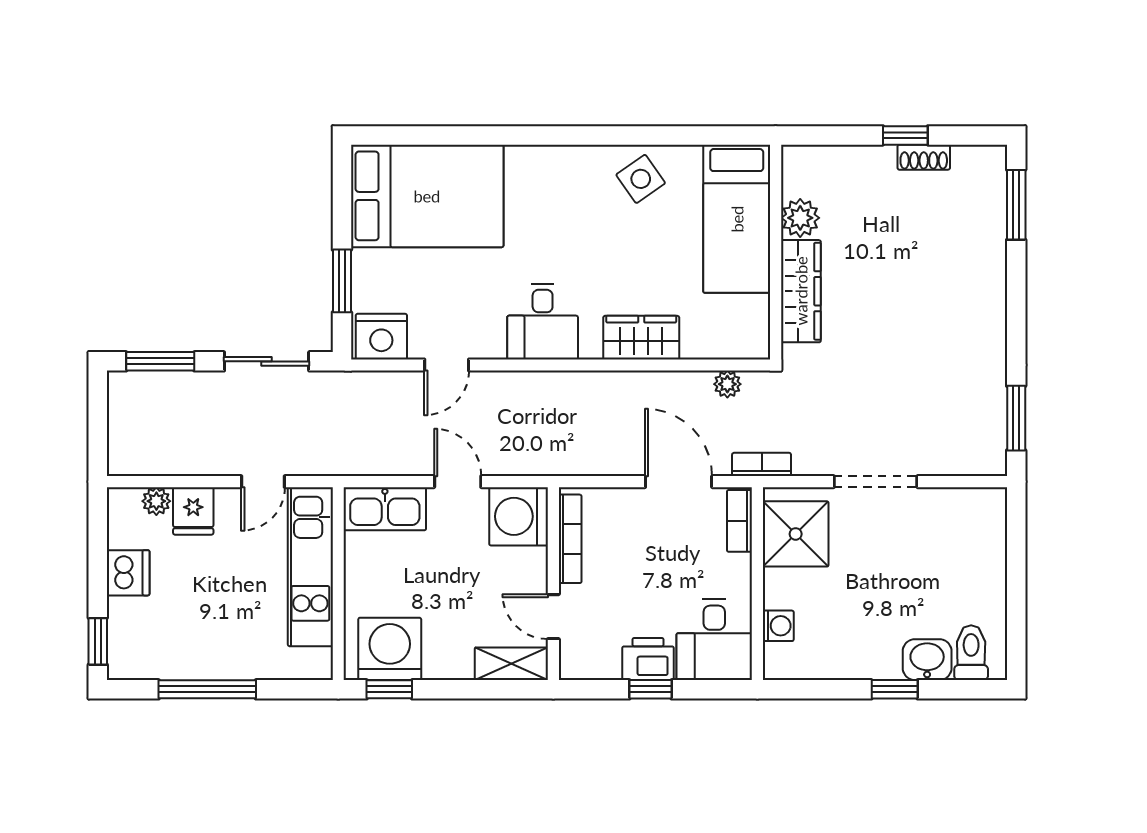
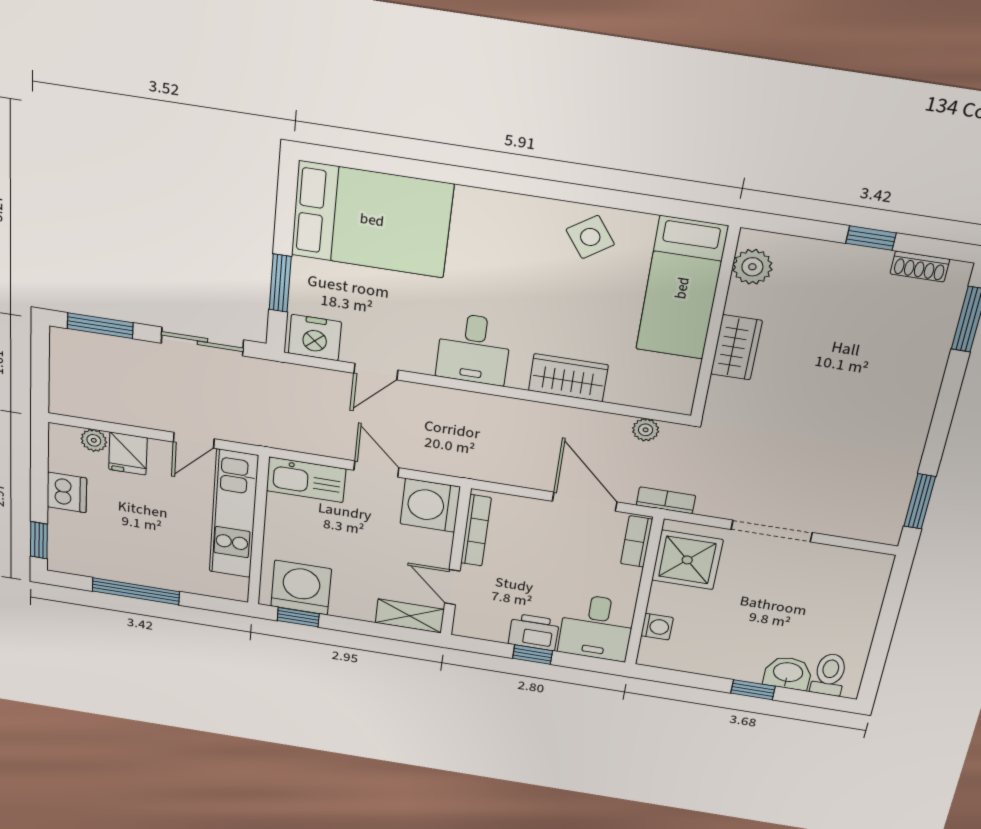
shoe rack: (924, 157) -> (920, 267), moved
plant: (800, 218) -> (752, 267), moved
wardrobe: (801, 291) -> (736, 347), width x0.67

